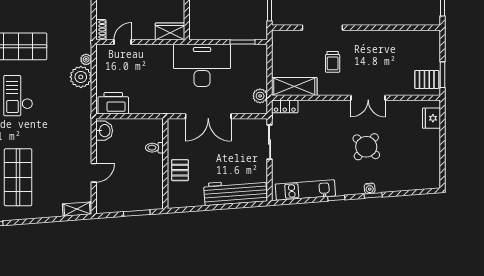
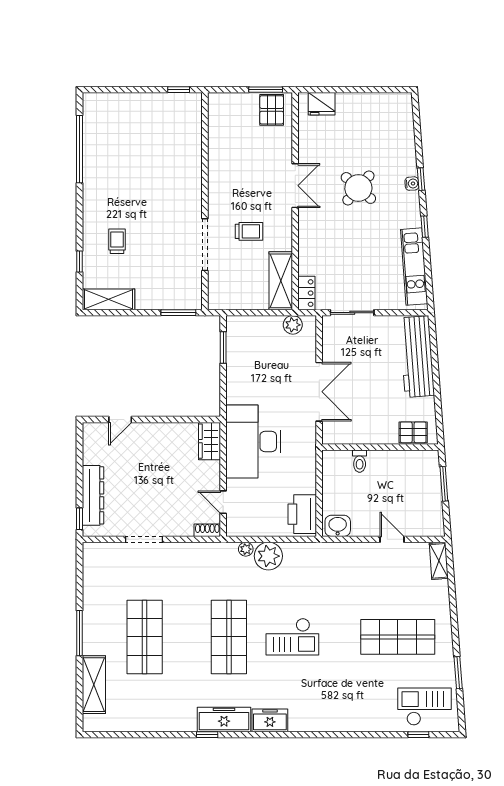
desk: (202, 65) -> (253, 442), moved
pallet: (180, 170) -> (413, 432), moved

